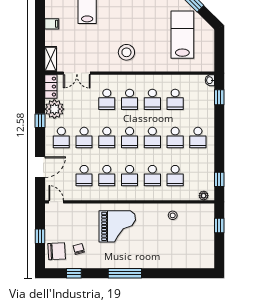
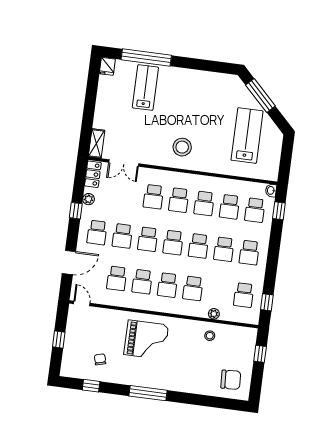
filing cabinet: (52, 24) -> (103, 104), removed
school desk: (198, 99) -> (255, 210), added
plant: (54, 109) -> (89, 199), width x0.53, depth x0.53
school desk: (175, 176) -> (244, 295), moved
plant: (204, 196) -> (214, 314), moved
chair: (57, 251) -> (231, 380), moved

